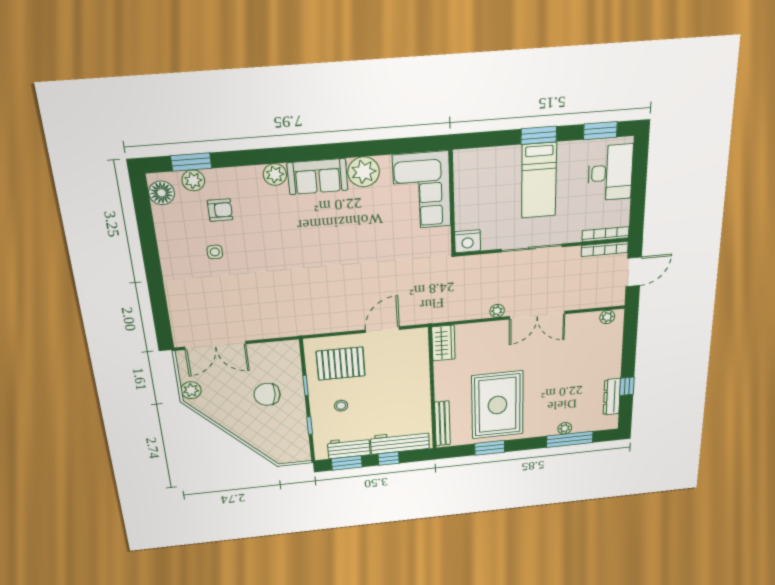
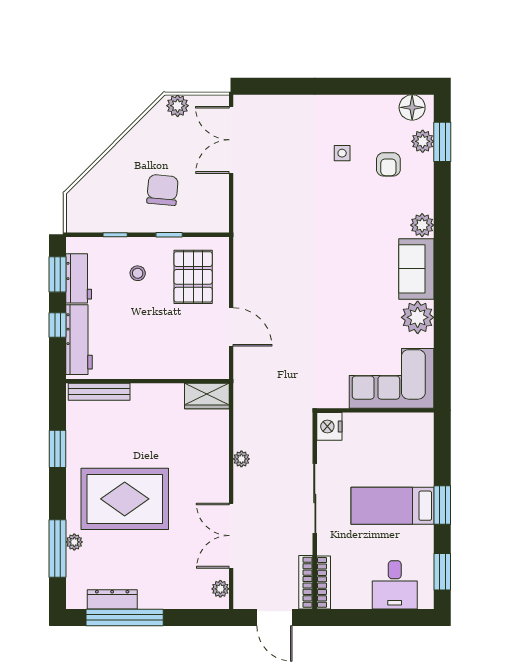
desk: (610, 173) -> (395, 585), width x0.73
double door: (537, 315) -> (231, 536), moved
window: (627, 386) -> (125, 617), width x3.17
rug: (497, 405) -> (125, 499), moved

